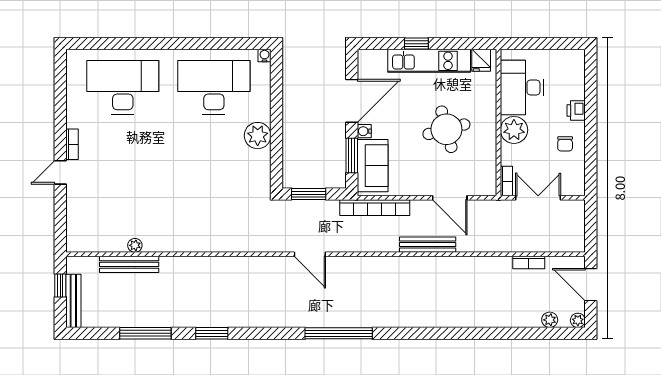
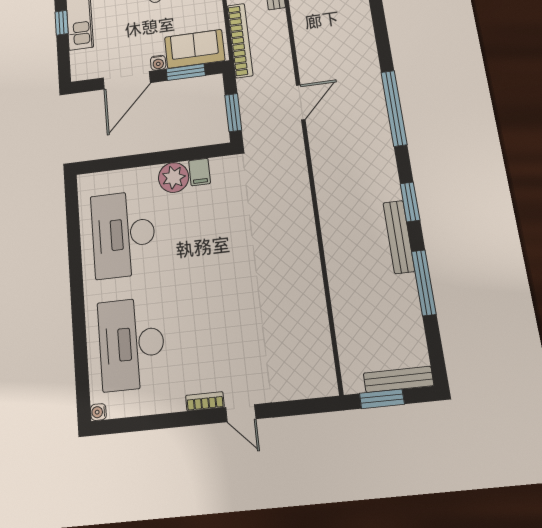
water cooler: (265, 56) -> (98, 412), moved
door: (352, 101) -> (127, 80), swing flipped
filing cabinet: (260, 159) -> (200, 172), added
plant: (135, 245) -> (318, 308), removed
bench: (129, 264) -> (399, 237), moved
window: (60, 285) -> (382, 399), width x1.50
window: (339, 333) -> (394, 108), moved

